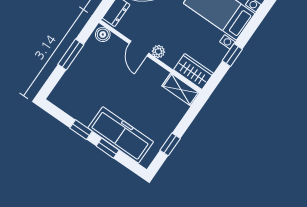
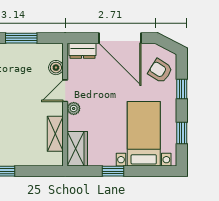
boiler: (103, 34) -> (56, 68), moved
shelving: (181, 89) -> (55, 134), moved

